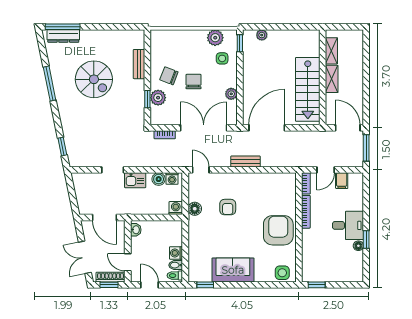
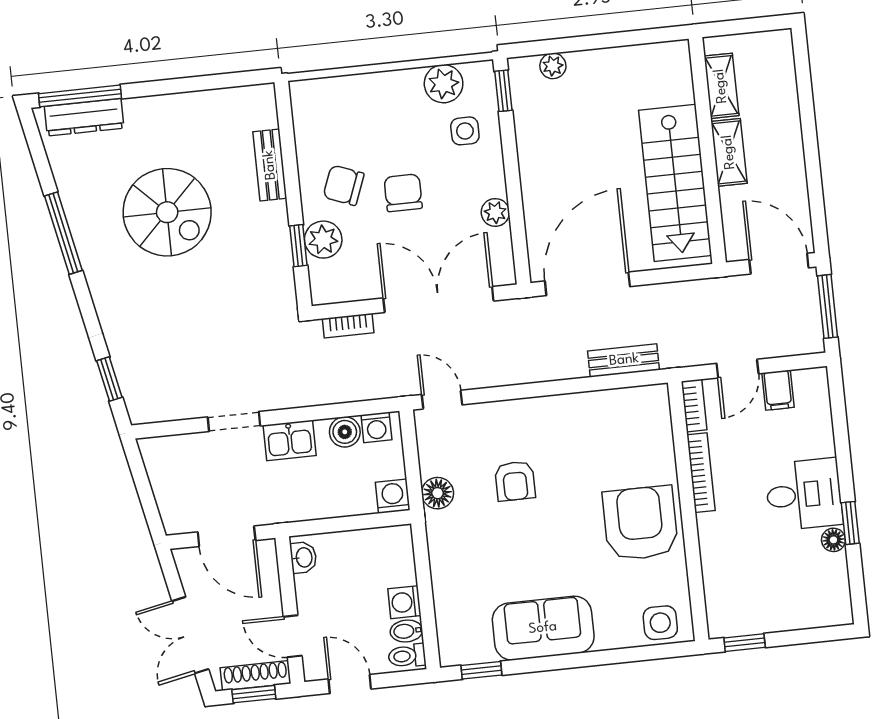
bench: (246, 161) -> (624, 360), moved

